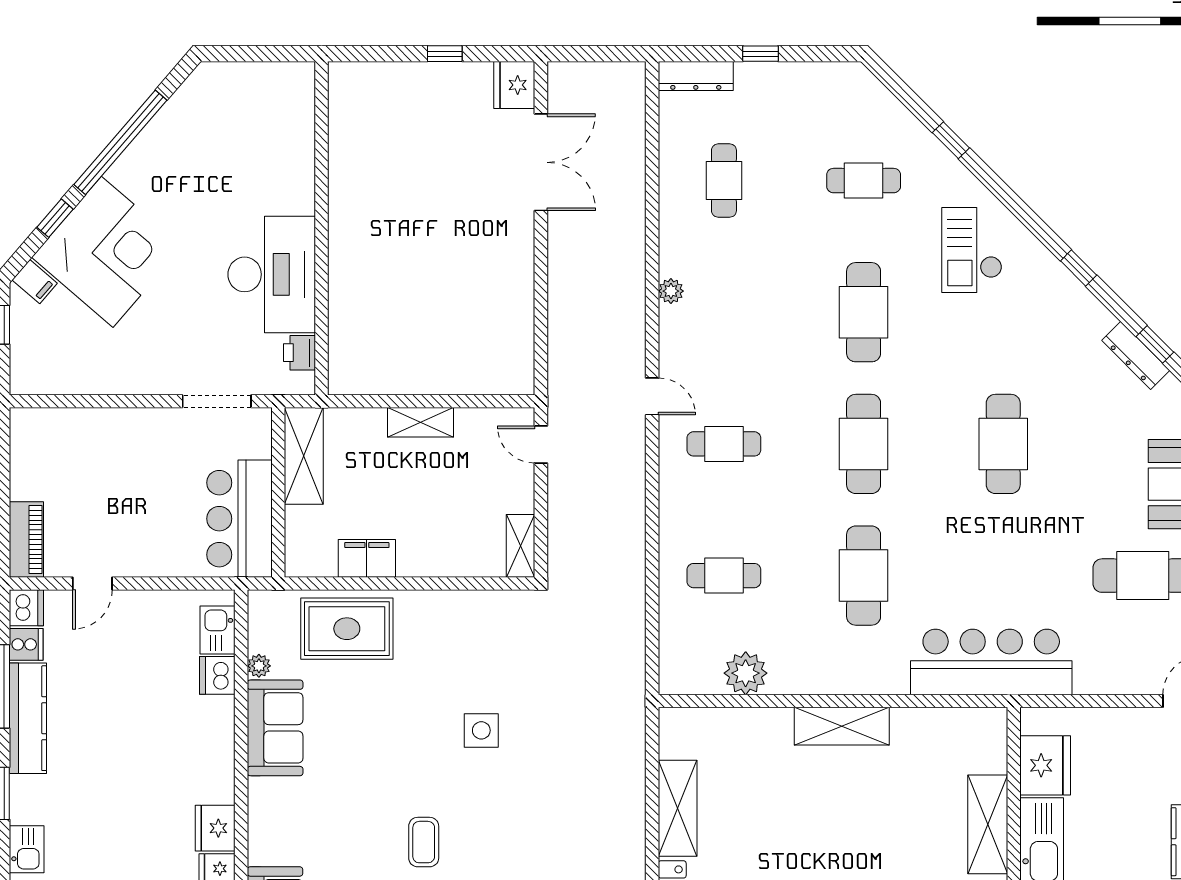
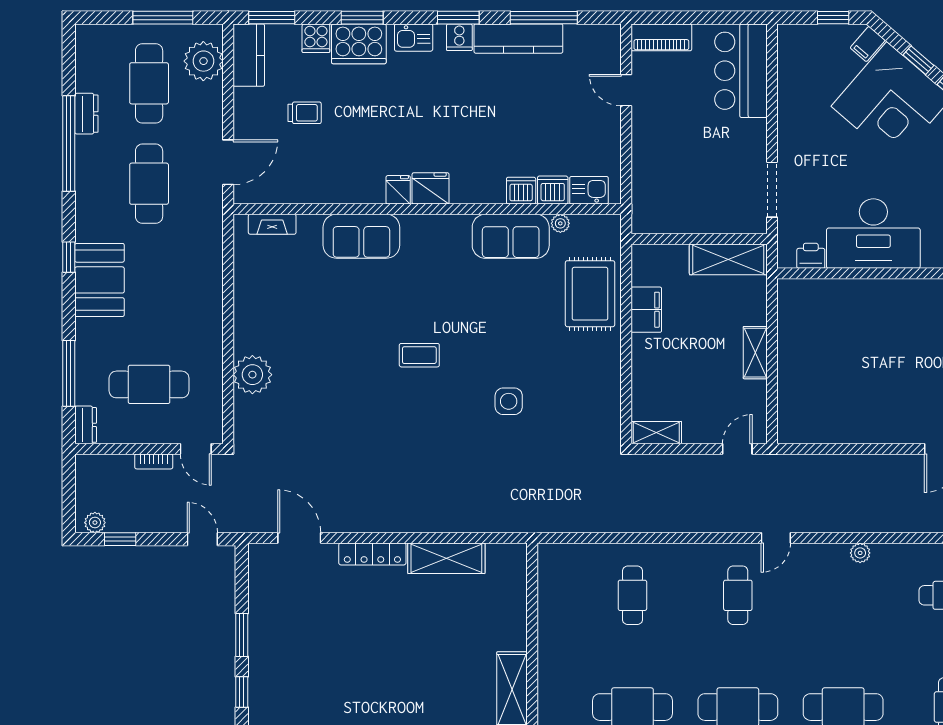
bar counter: (239, 519) -> (741, 71), moved, turned -90
dishwasher: (26, 608) -> (521, 191), moved, turned 180
cooker: (26, 644) -> (459, 37), moved
plant: (746, 673) -> (554, 613), removed

